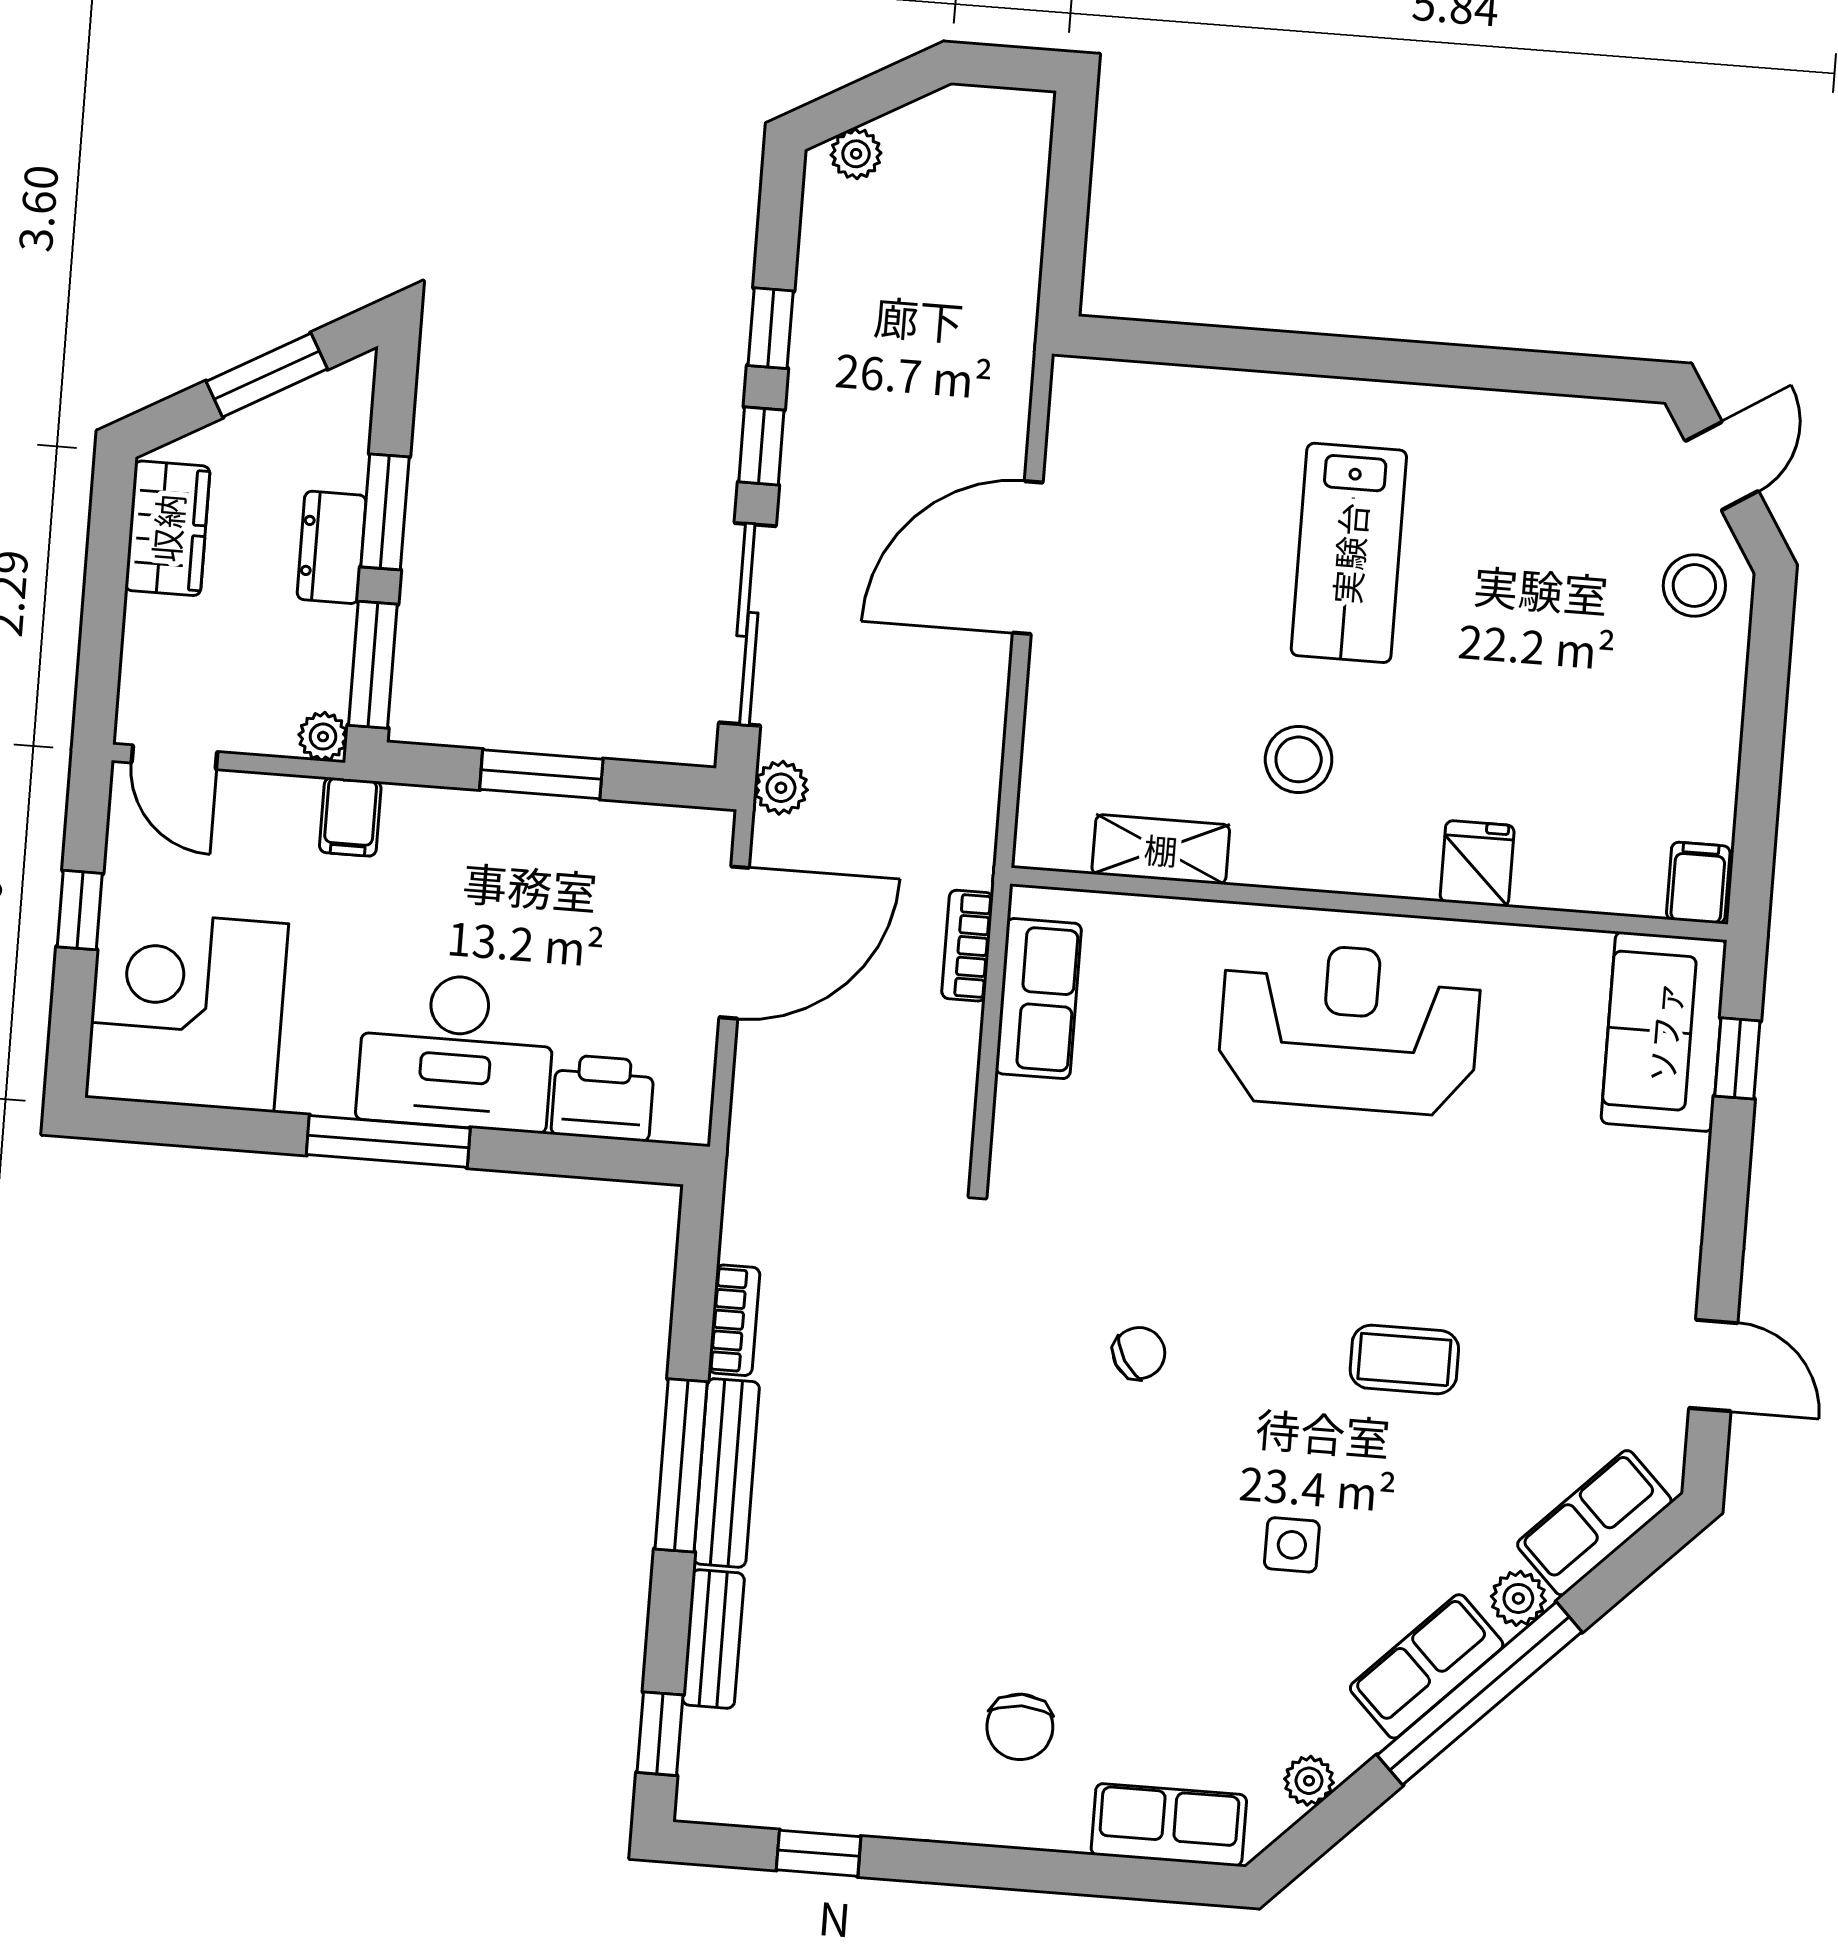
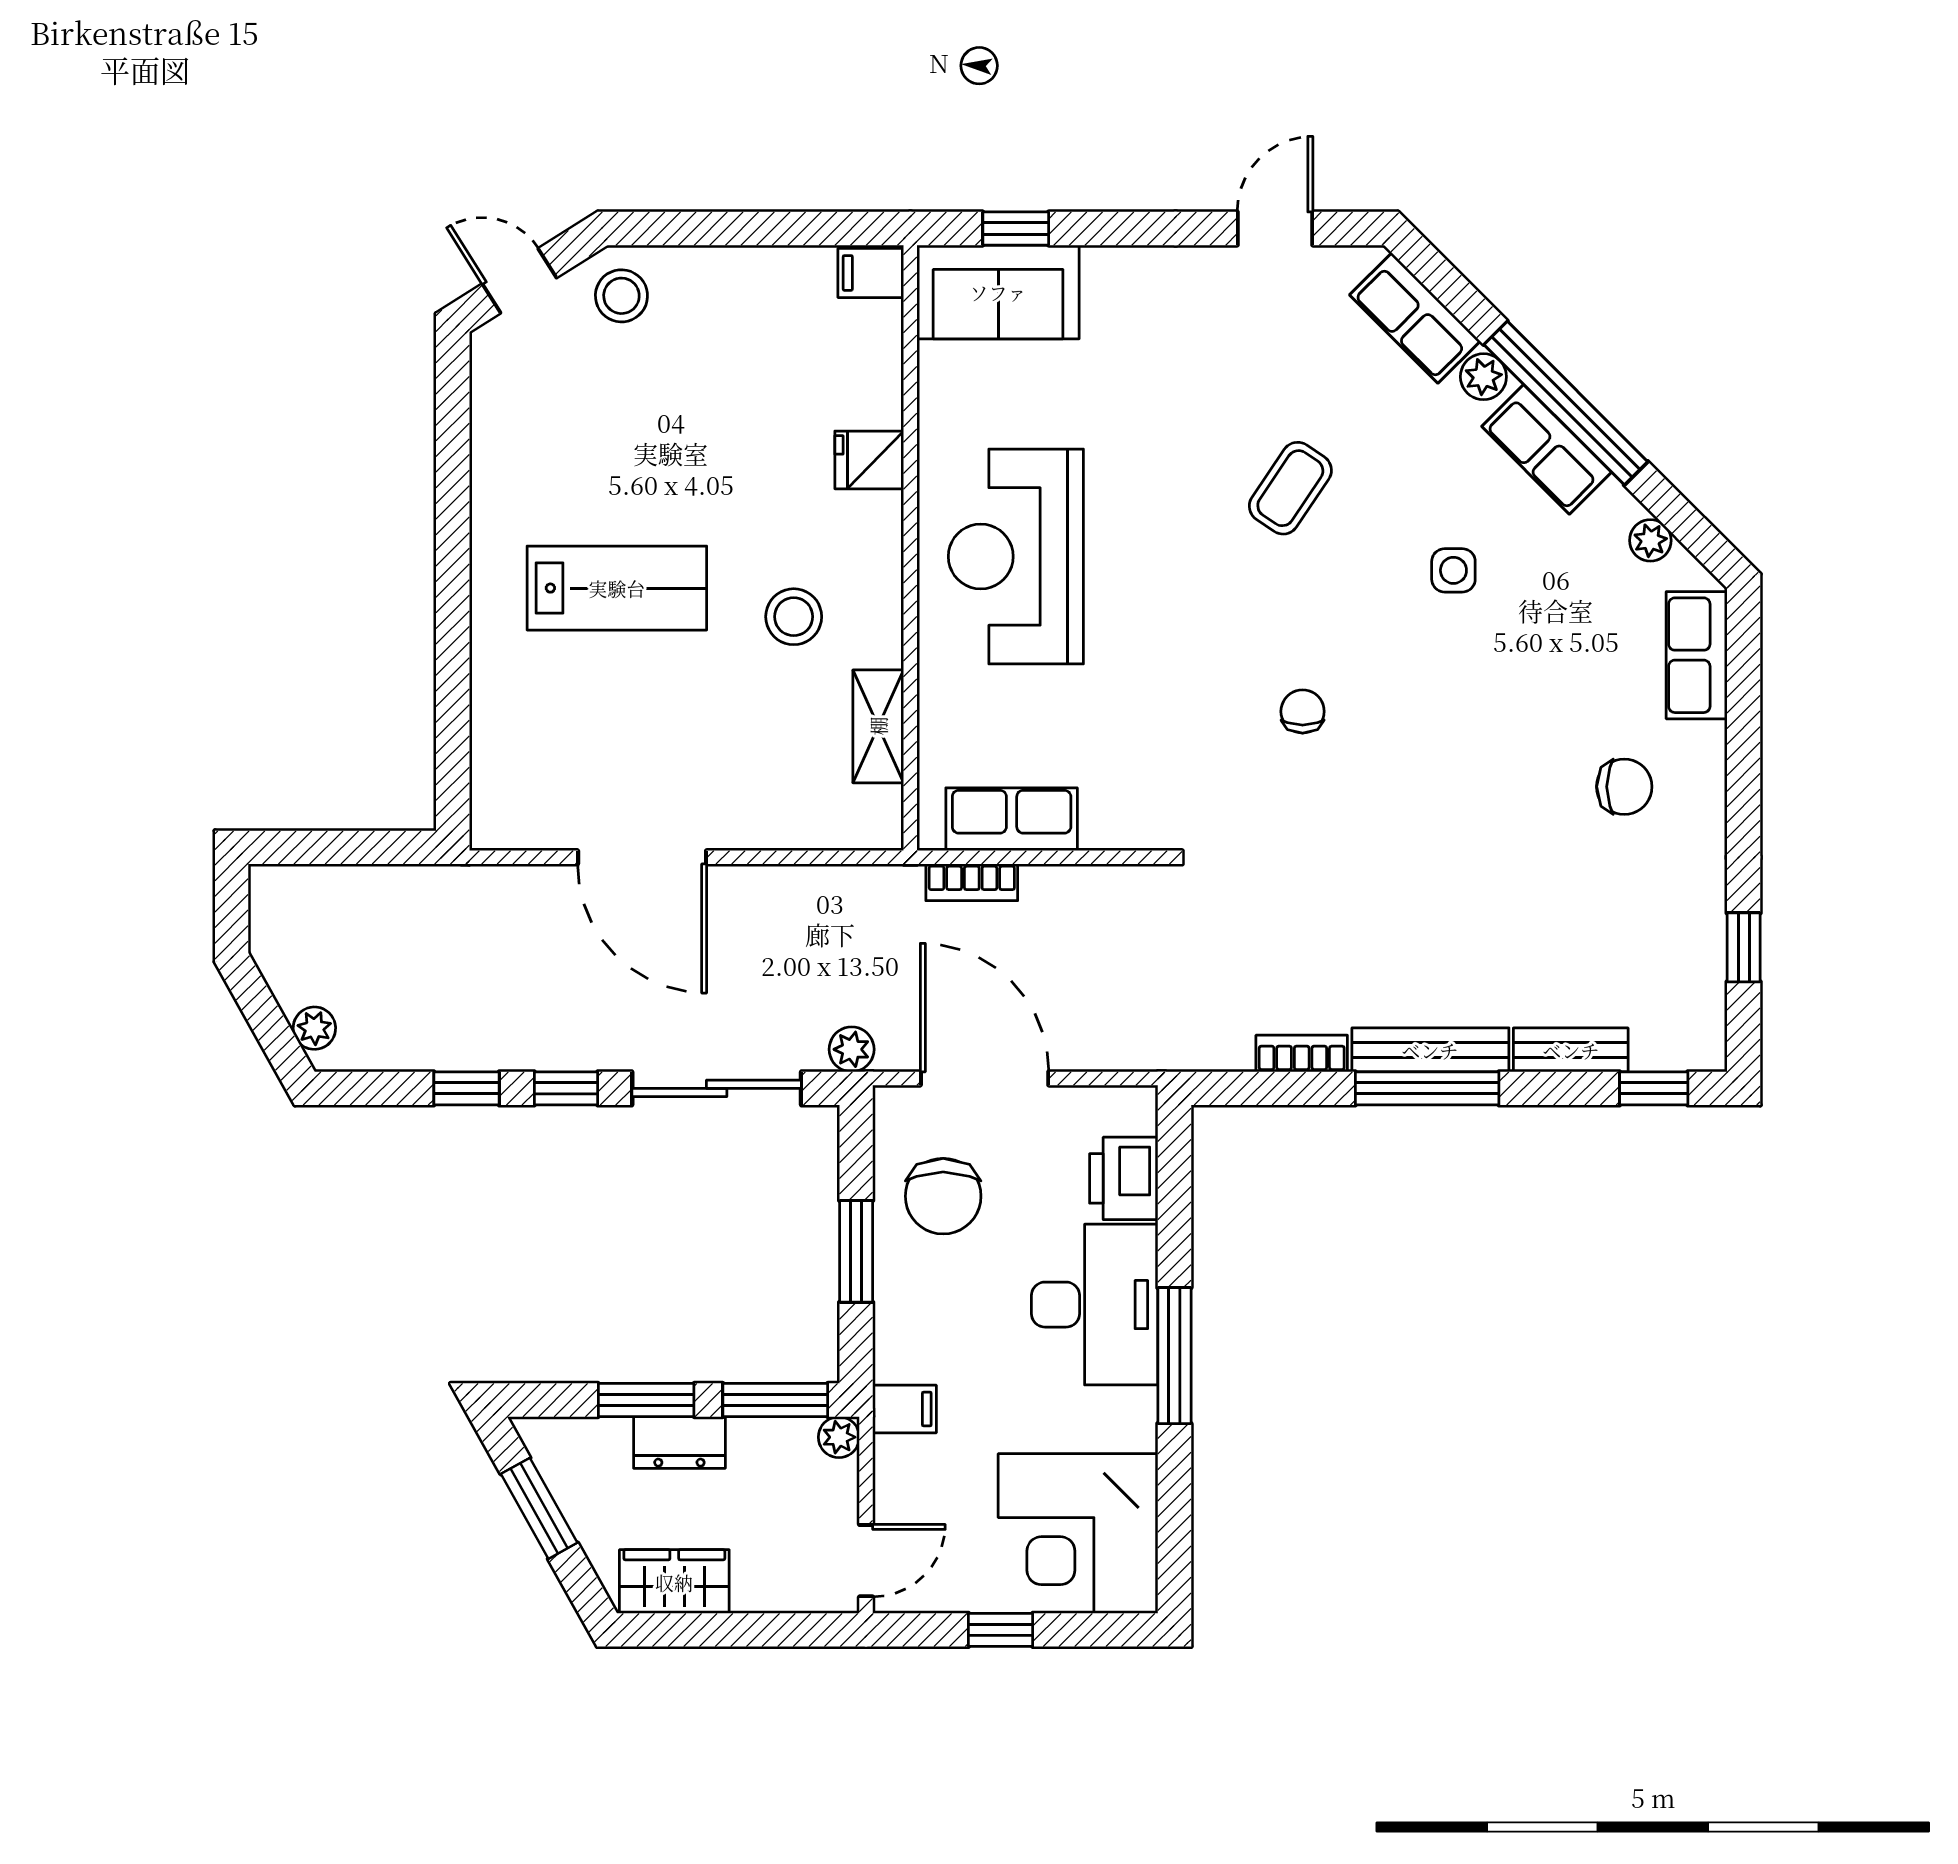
chair: (599, 882) -> (943, 1196), added
chair: (1139, 1353) -> (1303, 711), turned 32
coffee table: (1404, 1359) -> (1290, 488), turned 34

